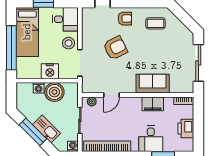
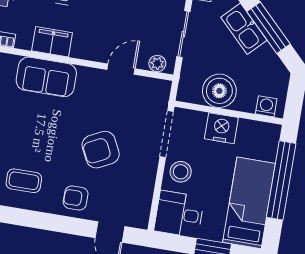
washing machine: (39, 88) -> (266, 106), moved

